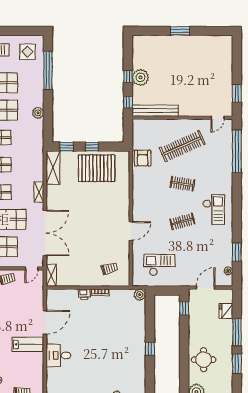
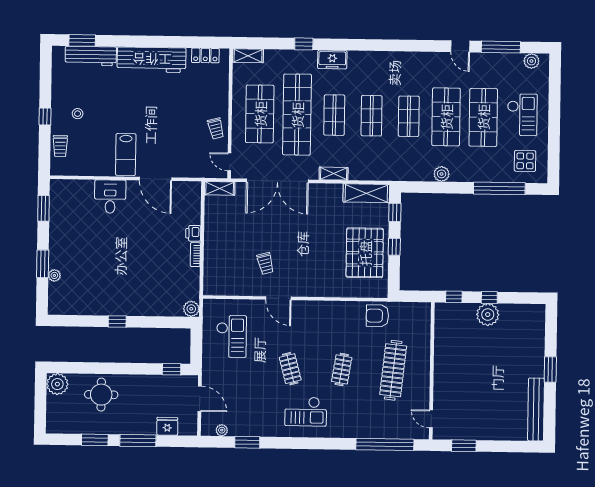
bench: (155, 111) -> (536, 409), moved
clothes rail: (182, 146) -> (393, 370), turned 30
trolley: (110, 268) -> (265, 263), moved

